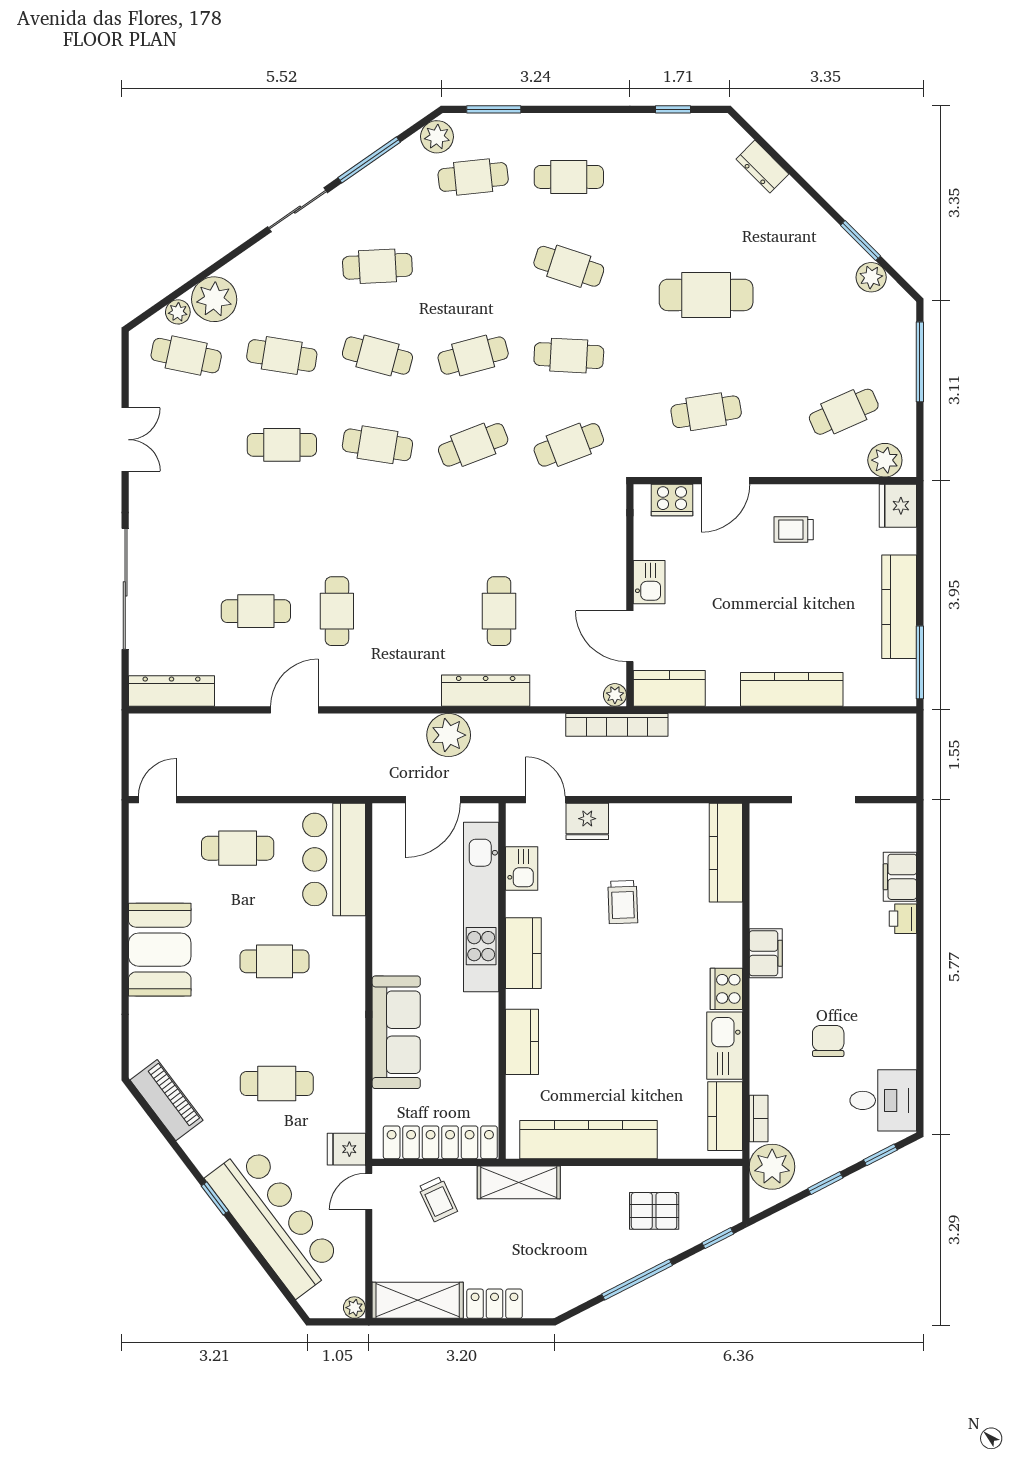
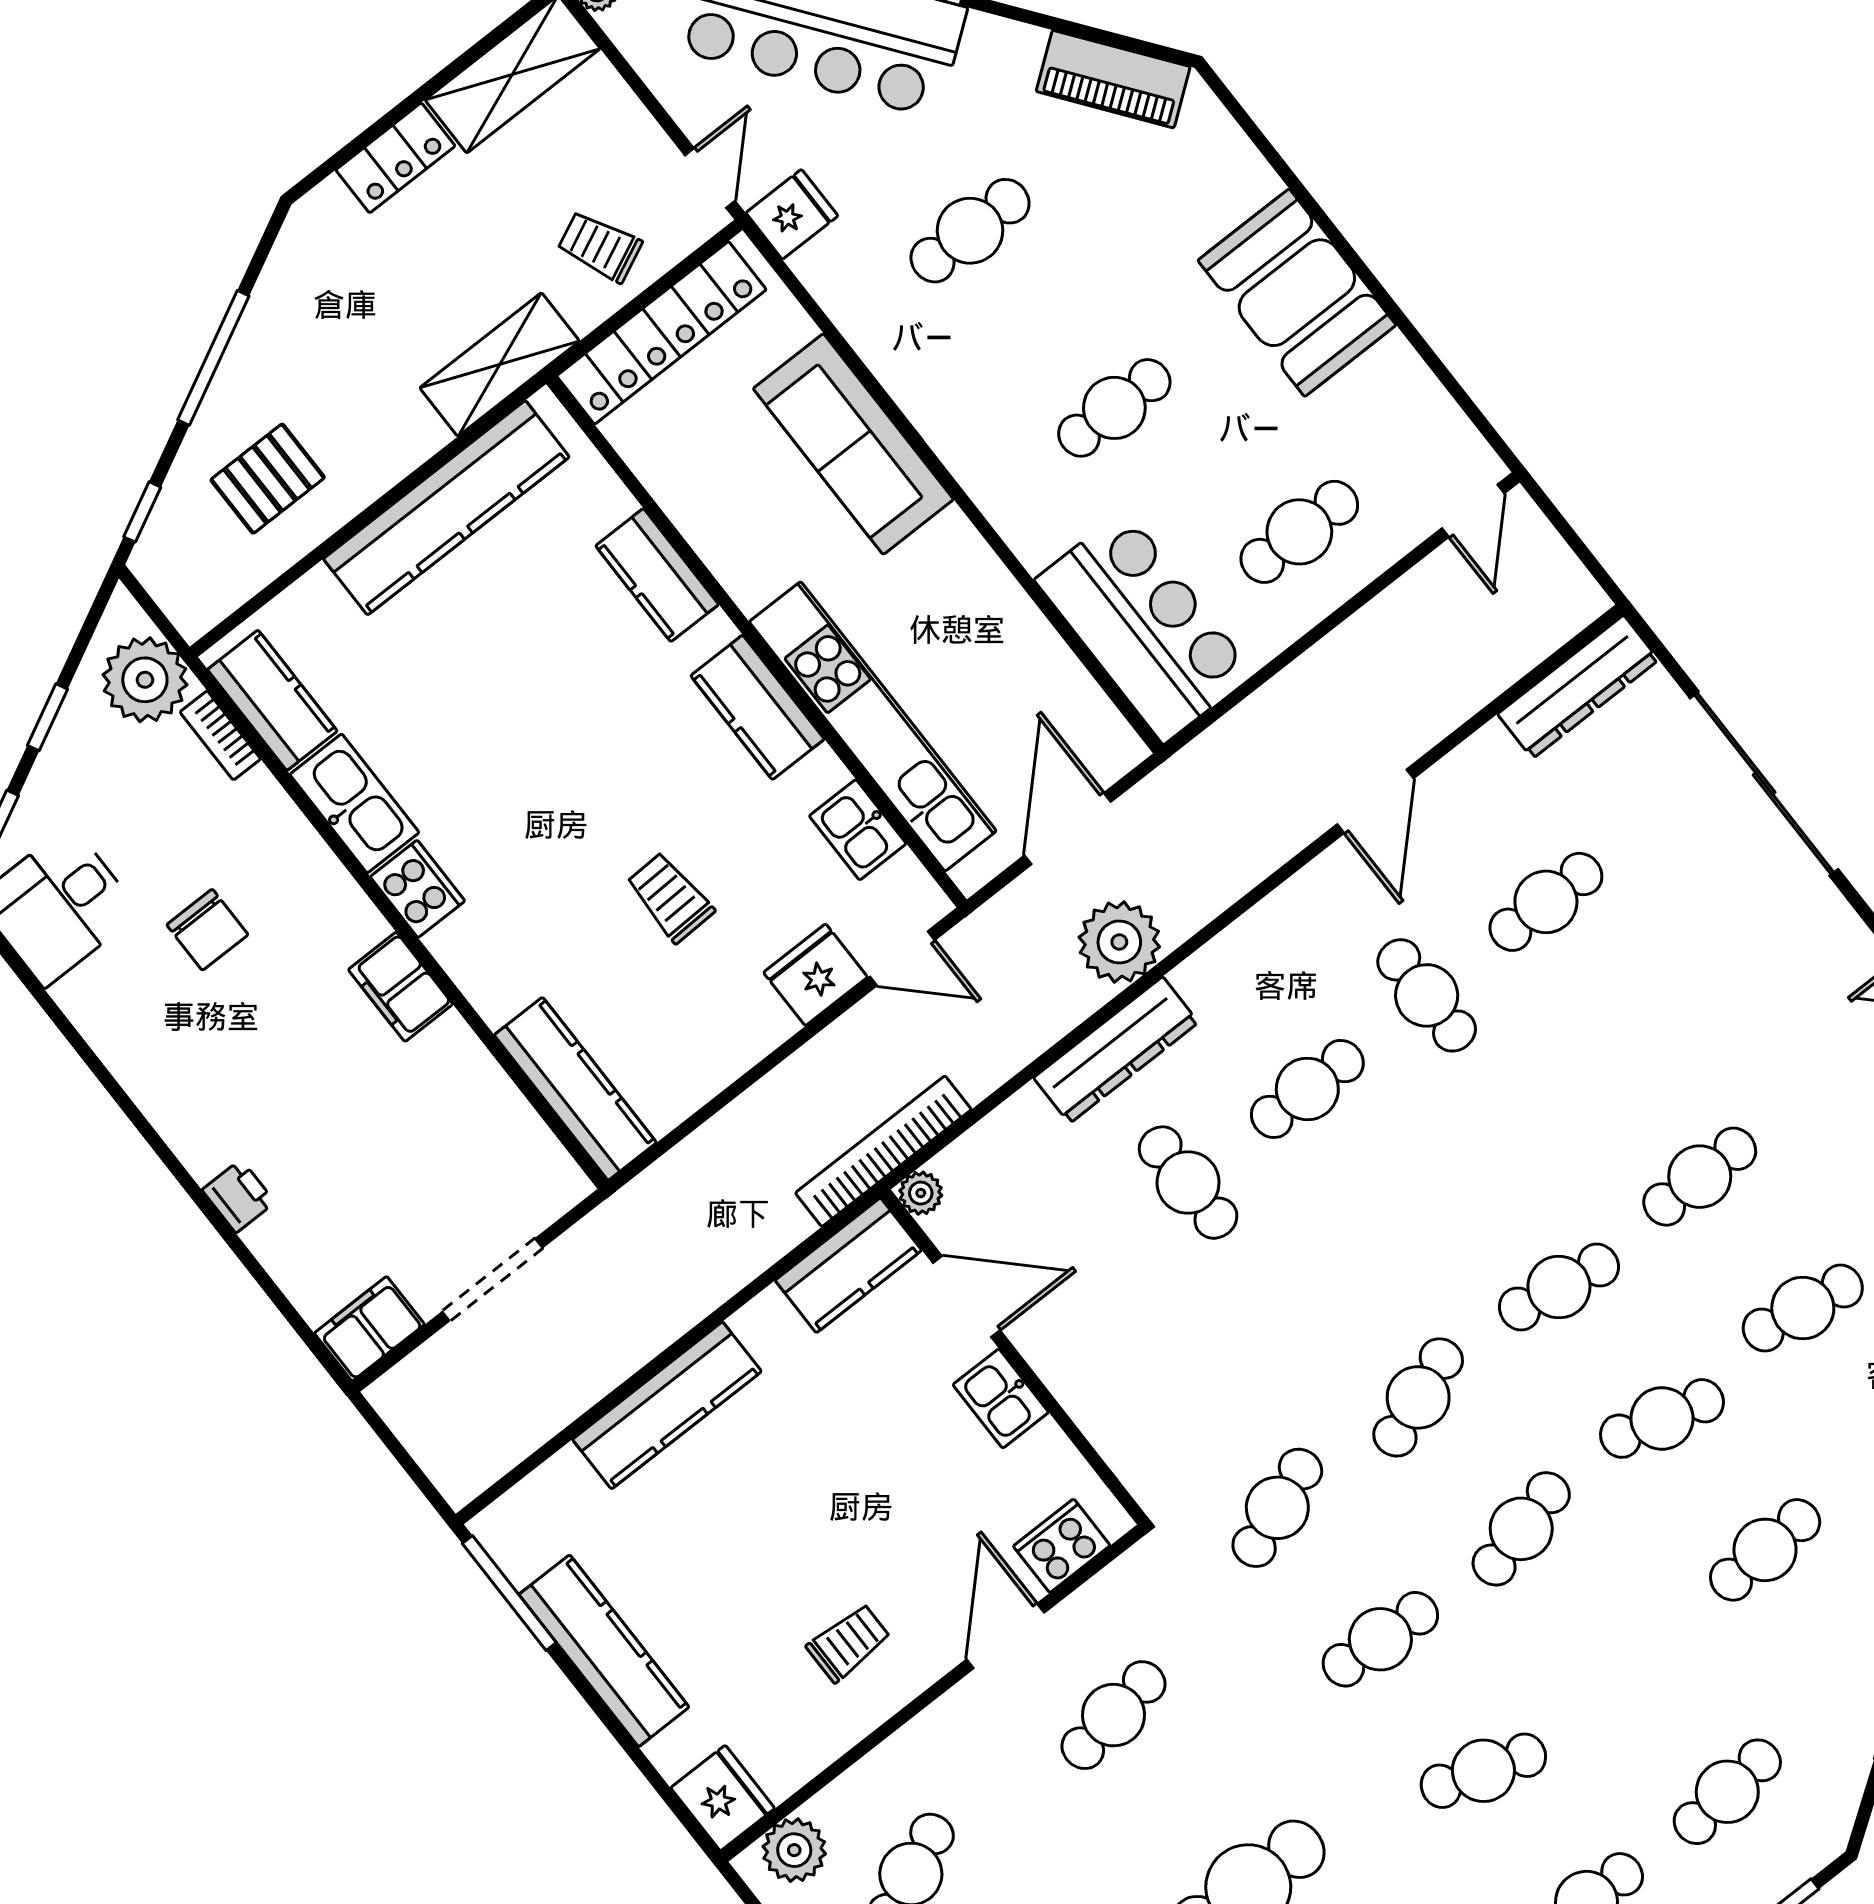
plant: (437, 137) -> (1827, 1809), removed
cafe table: (418, 611) -> (1307, 1089), added
filing cabinet: (900, 877) -> (369, 1329), moved, turned -90

